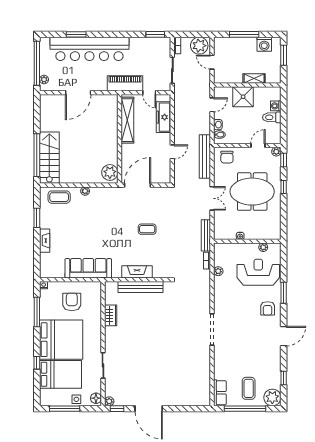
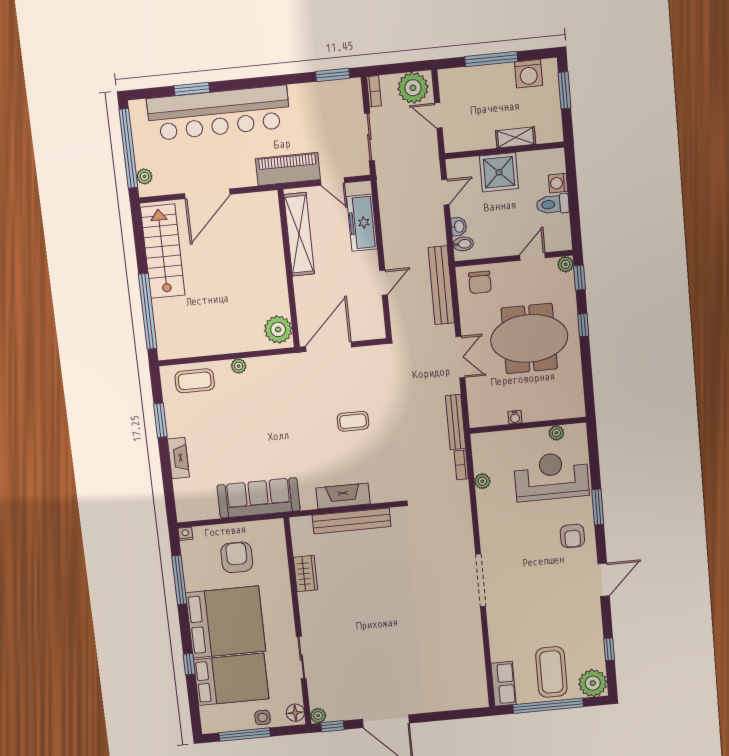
stairs: (49, 158) -> (163, 251), moved
coffee table: (249, 388) -> (551, 672), width x1.36, depth x1.32

